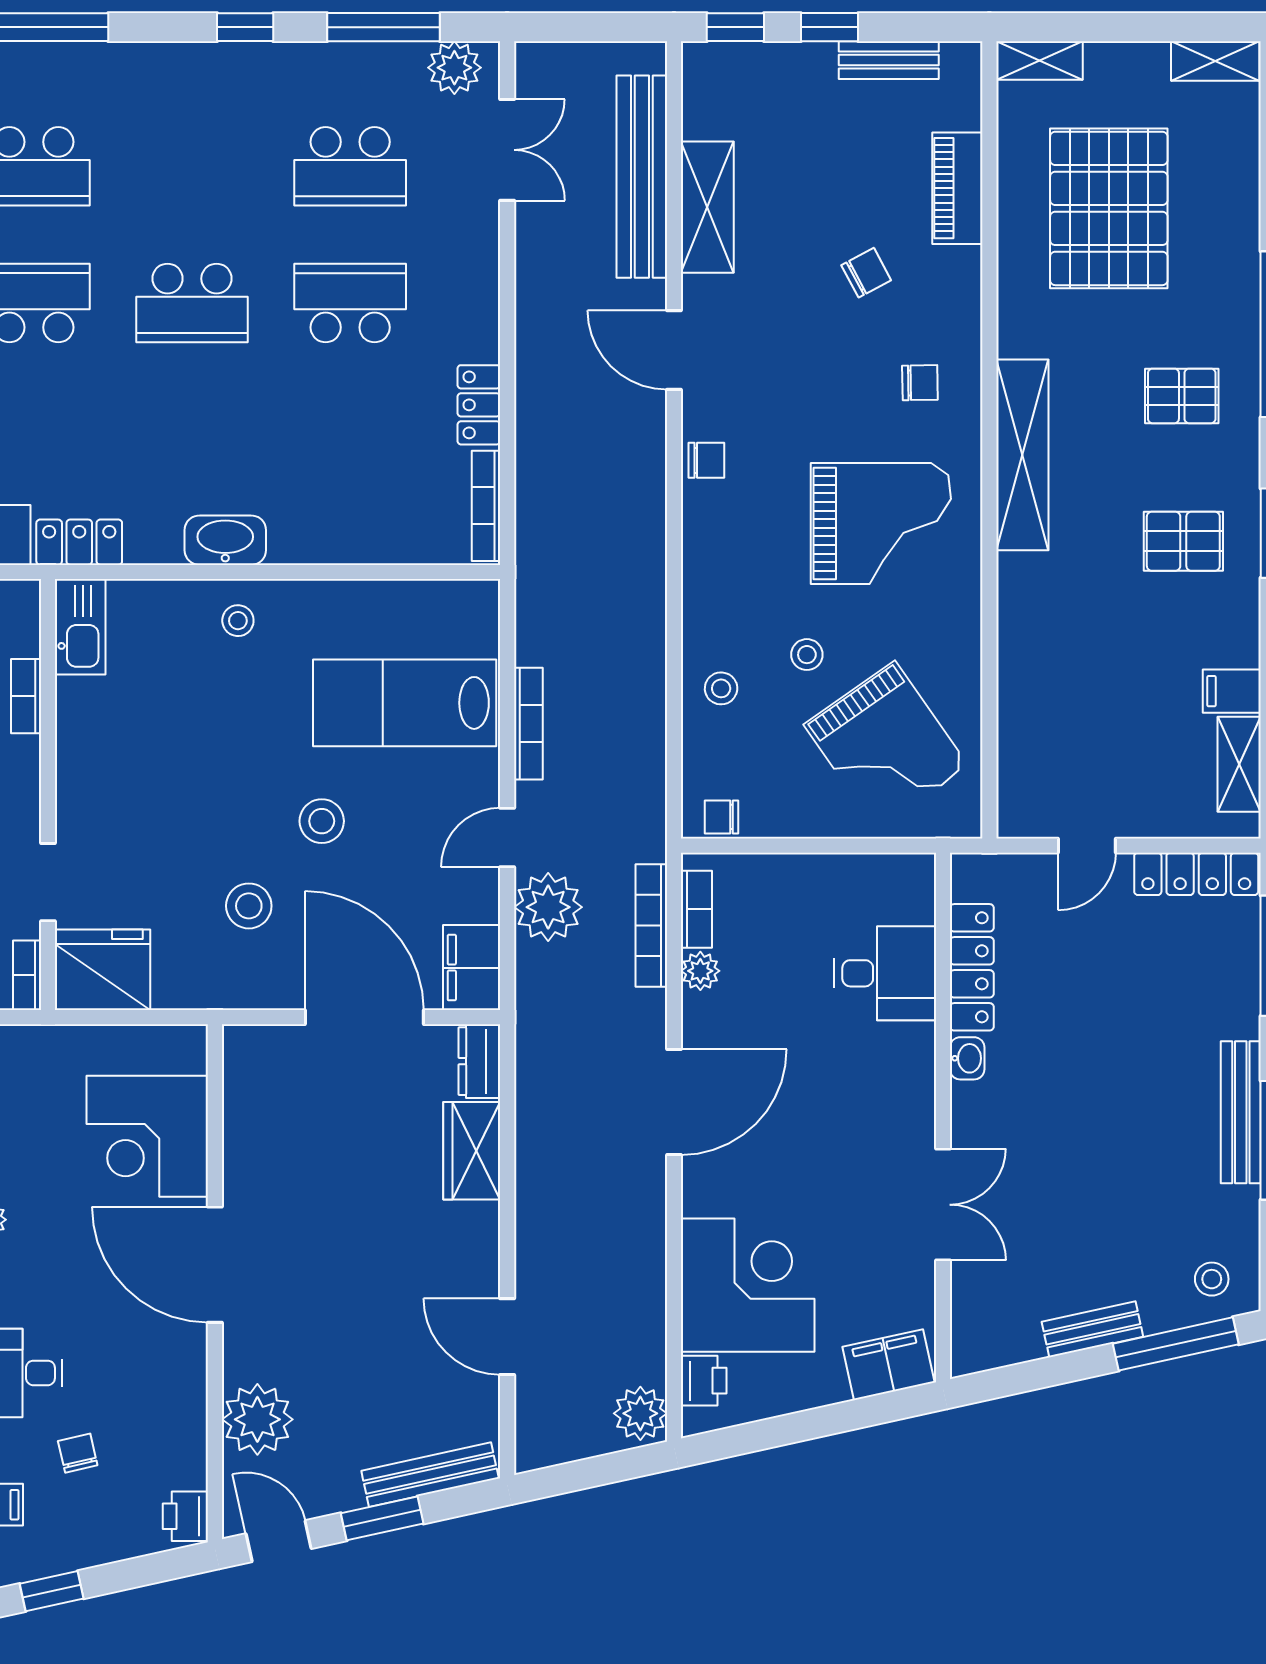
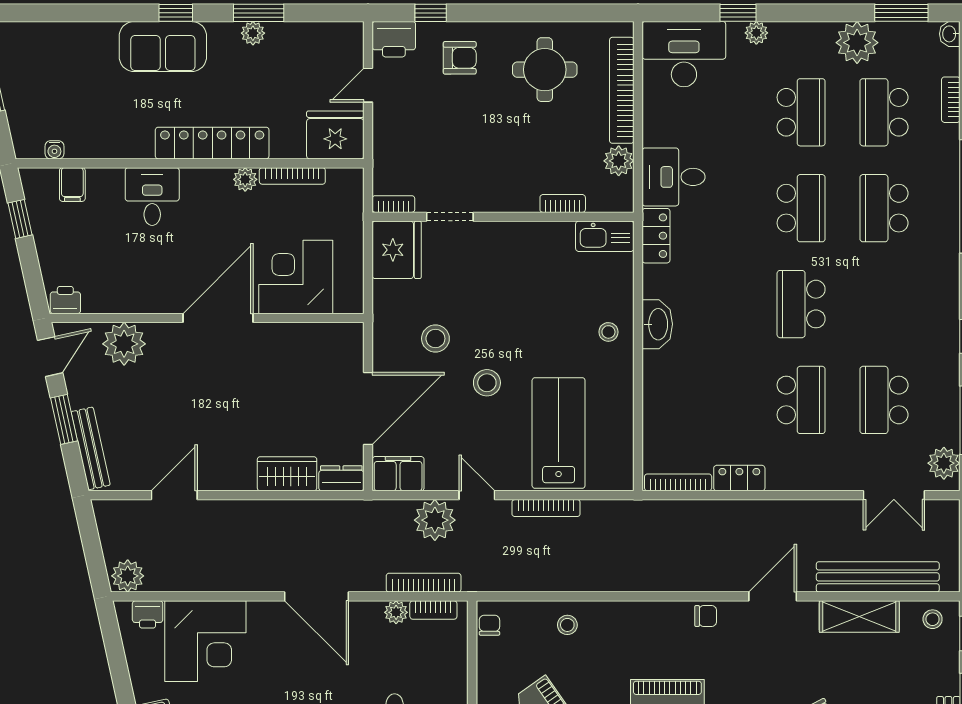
chair: (706, 460) -> (706, 616), turned -90
stool: (807, 655) -> (933, 619), moved
chair: (78, 1453) -> (104, 235), removed

